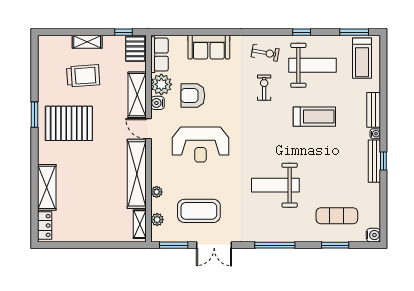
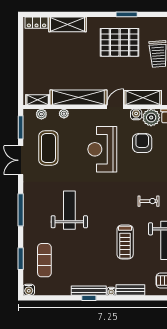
pallet: (69, 123) -> (120, 42), turned 90

